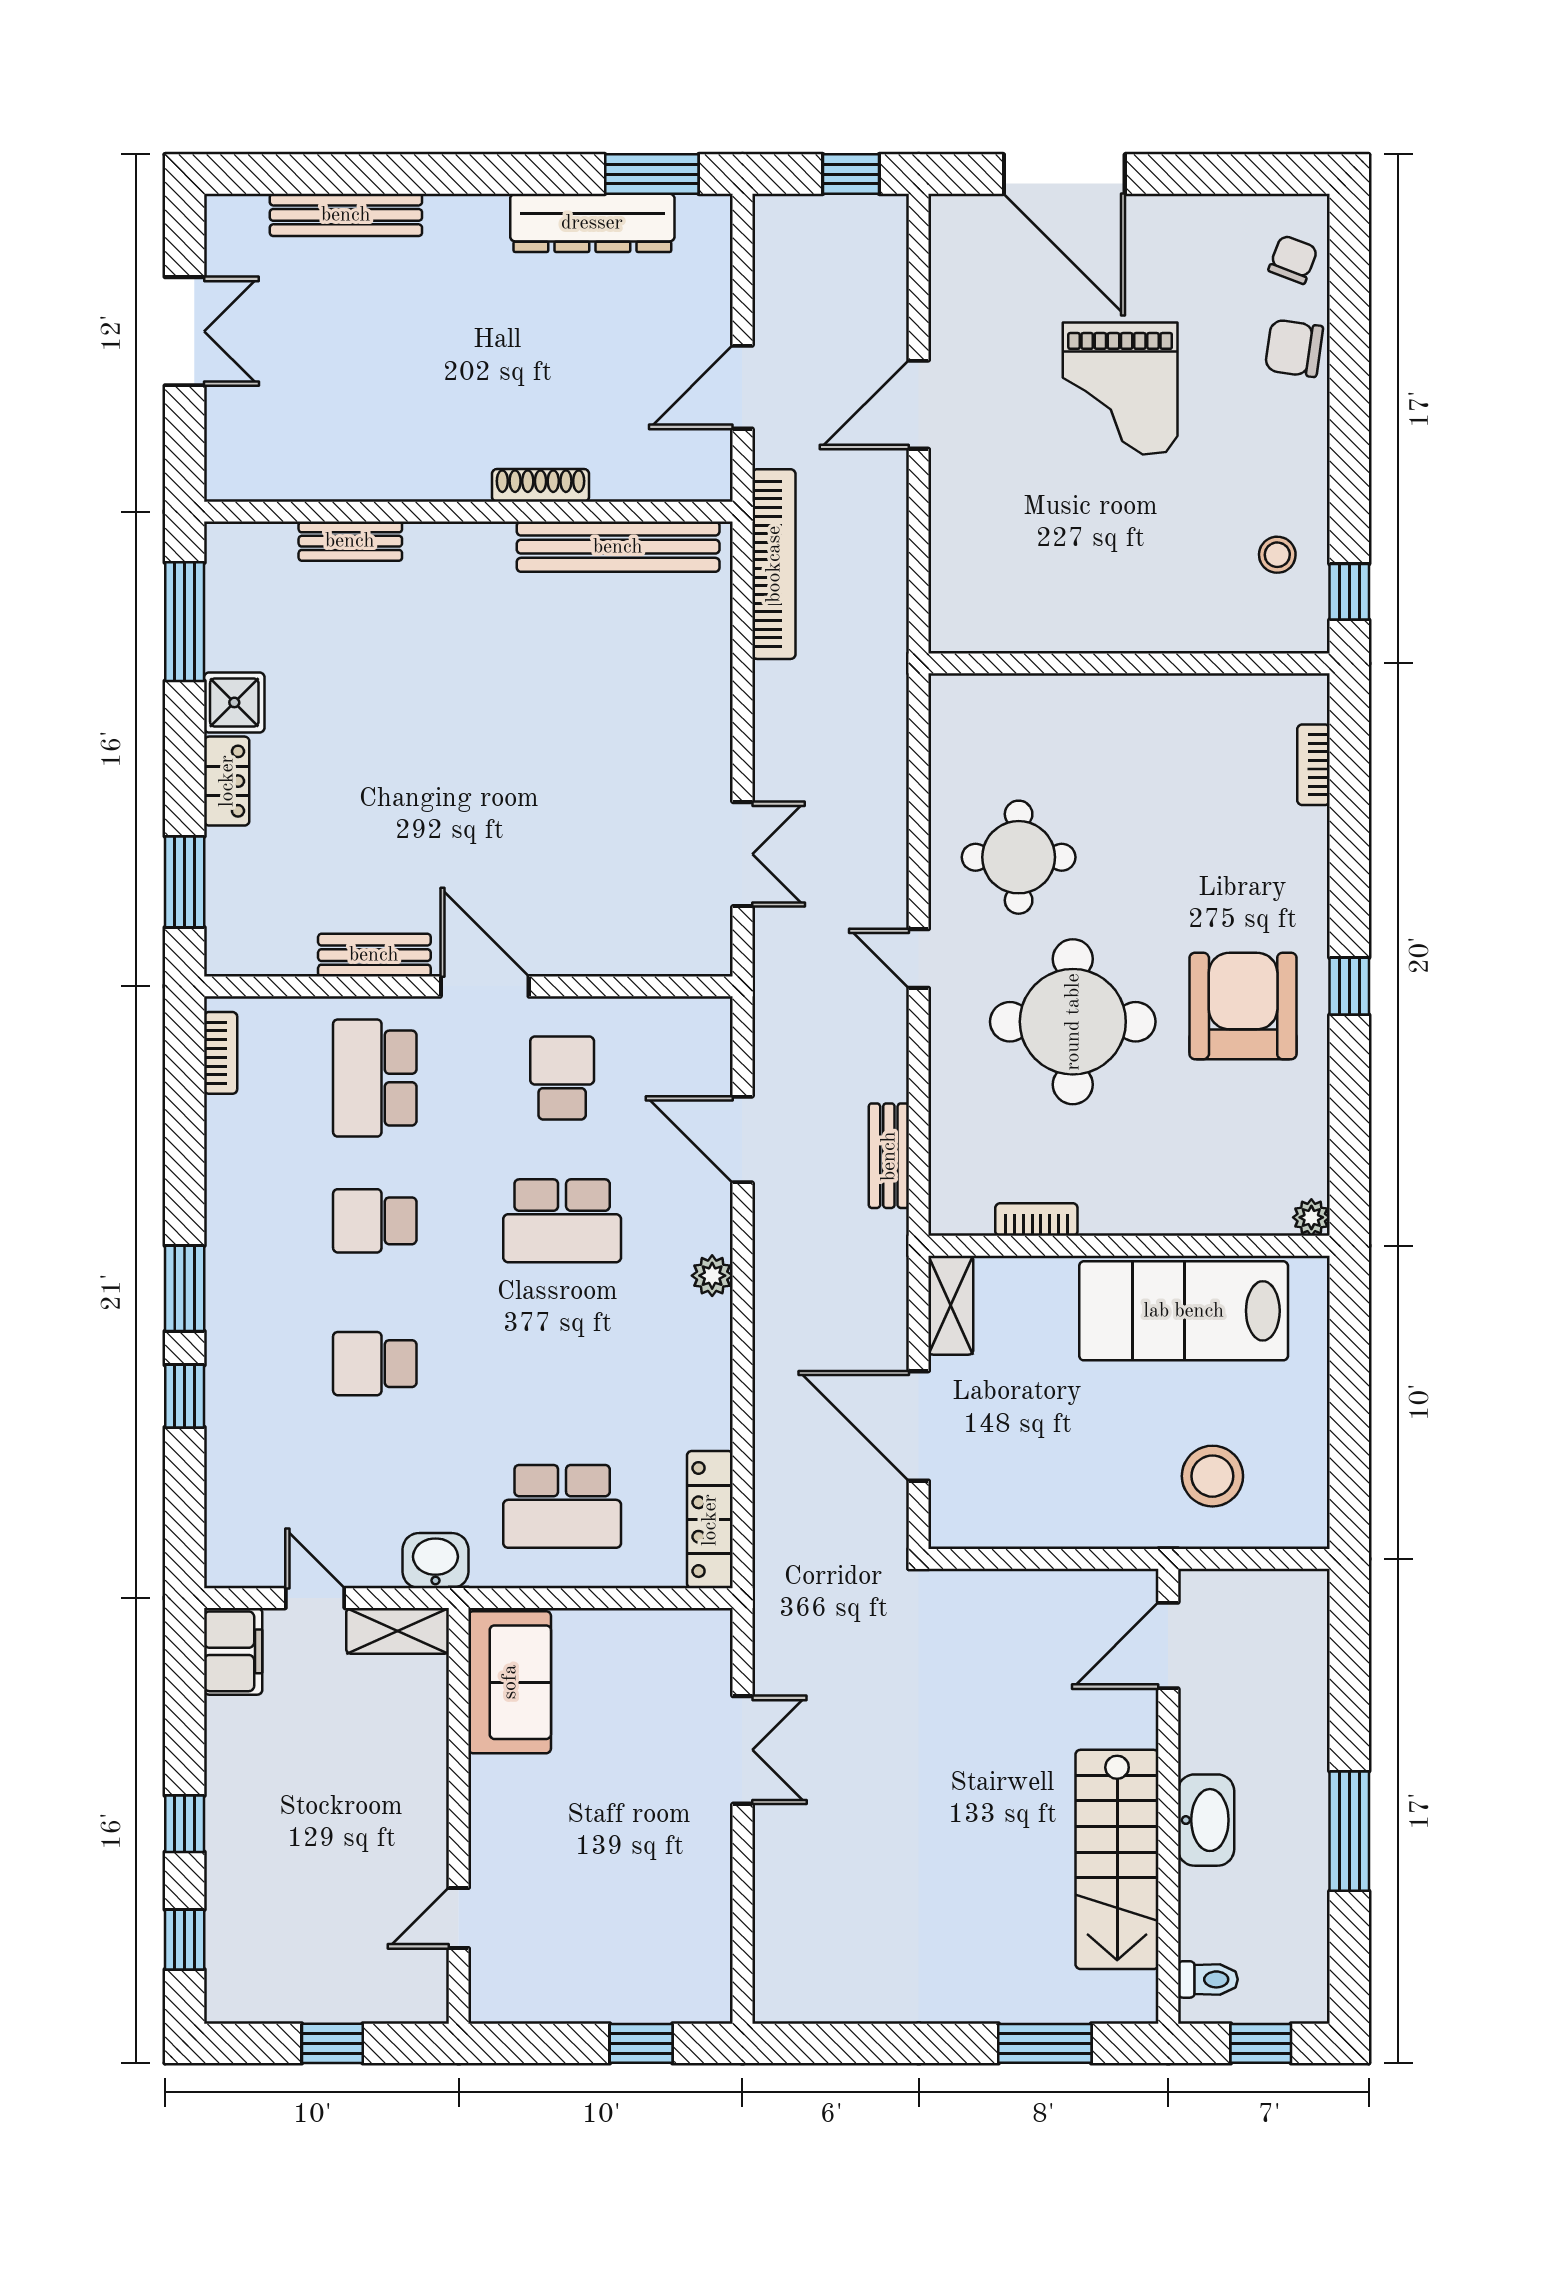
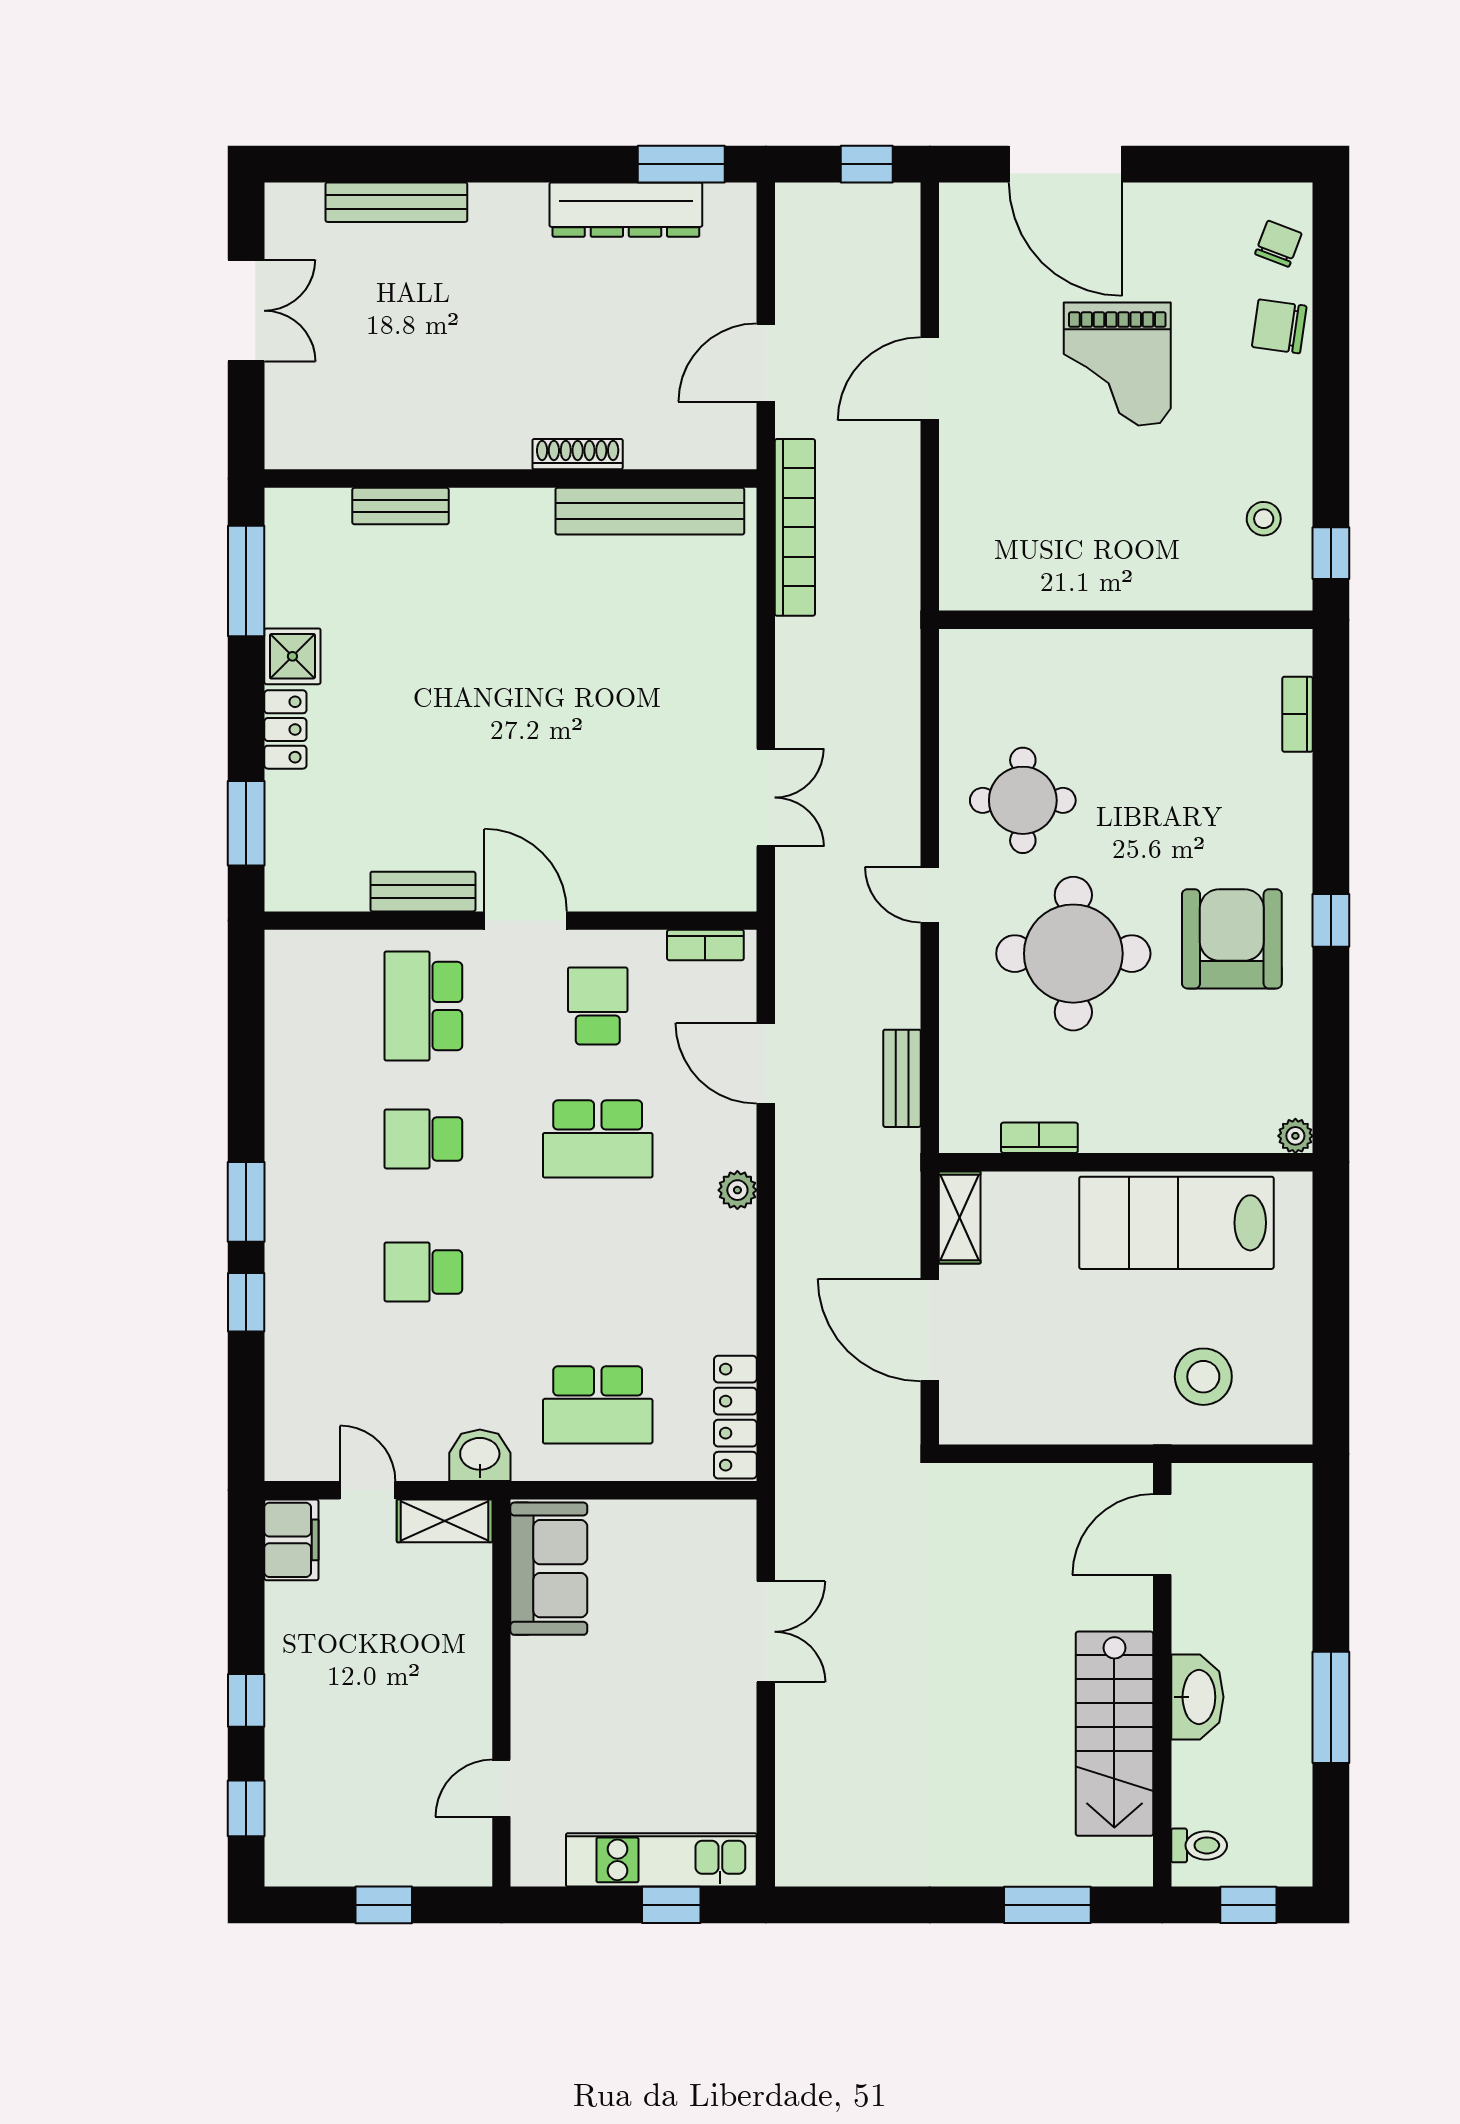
bookcase: (221, 1053) -> (705, 945), moved, turned 90
kitchen unit: (630, 1995) -> (661, 1860), added

